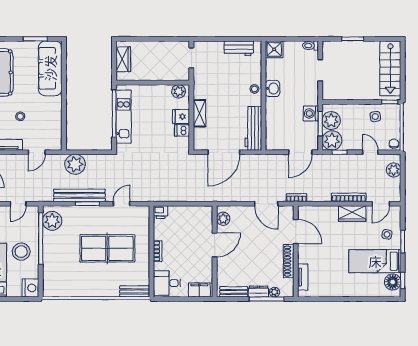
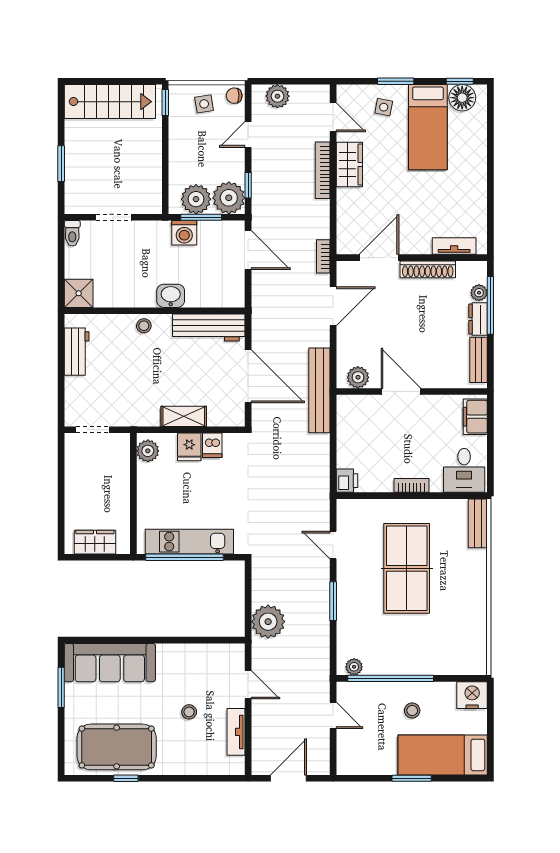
washbasin: (273, 88) -> (171, 296), moved
side table: (375, 117) -> (204, 104), moved
bench: (79, 195) -> (319, 390), moved
plant: (52, 221) -> (354, 667), width x0.53, depth x0.53
stool: (21, 252) -> (412, 711), width x0.53, depth x0.53

